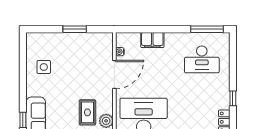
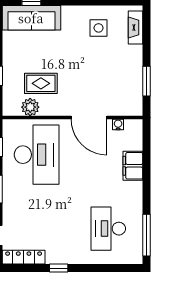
window: (75, 29) -> (147, 81), moved
fireplace: (43, 38) -> (136, 28), added

